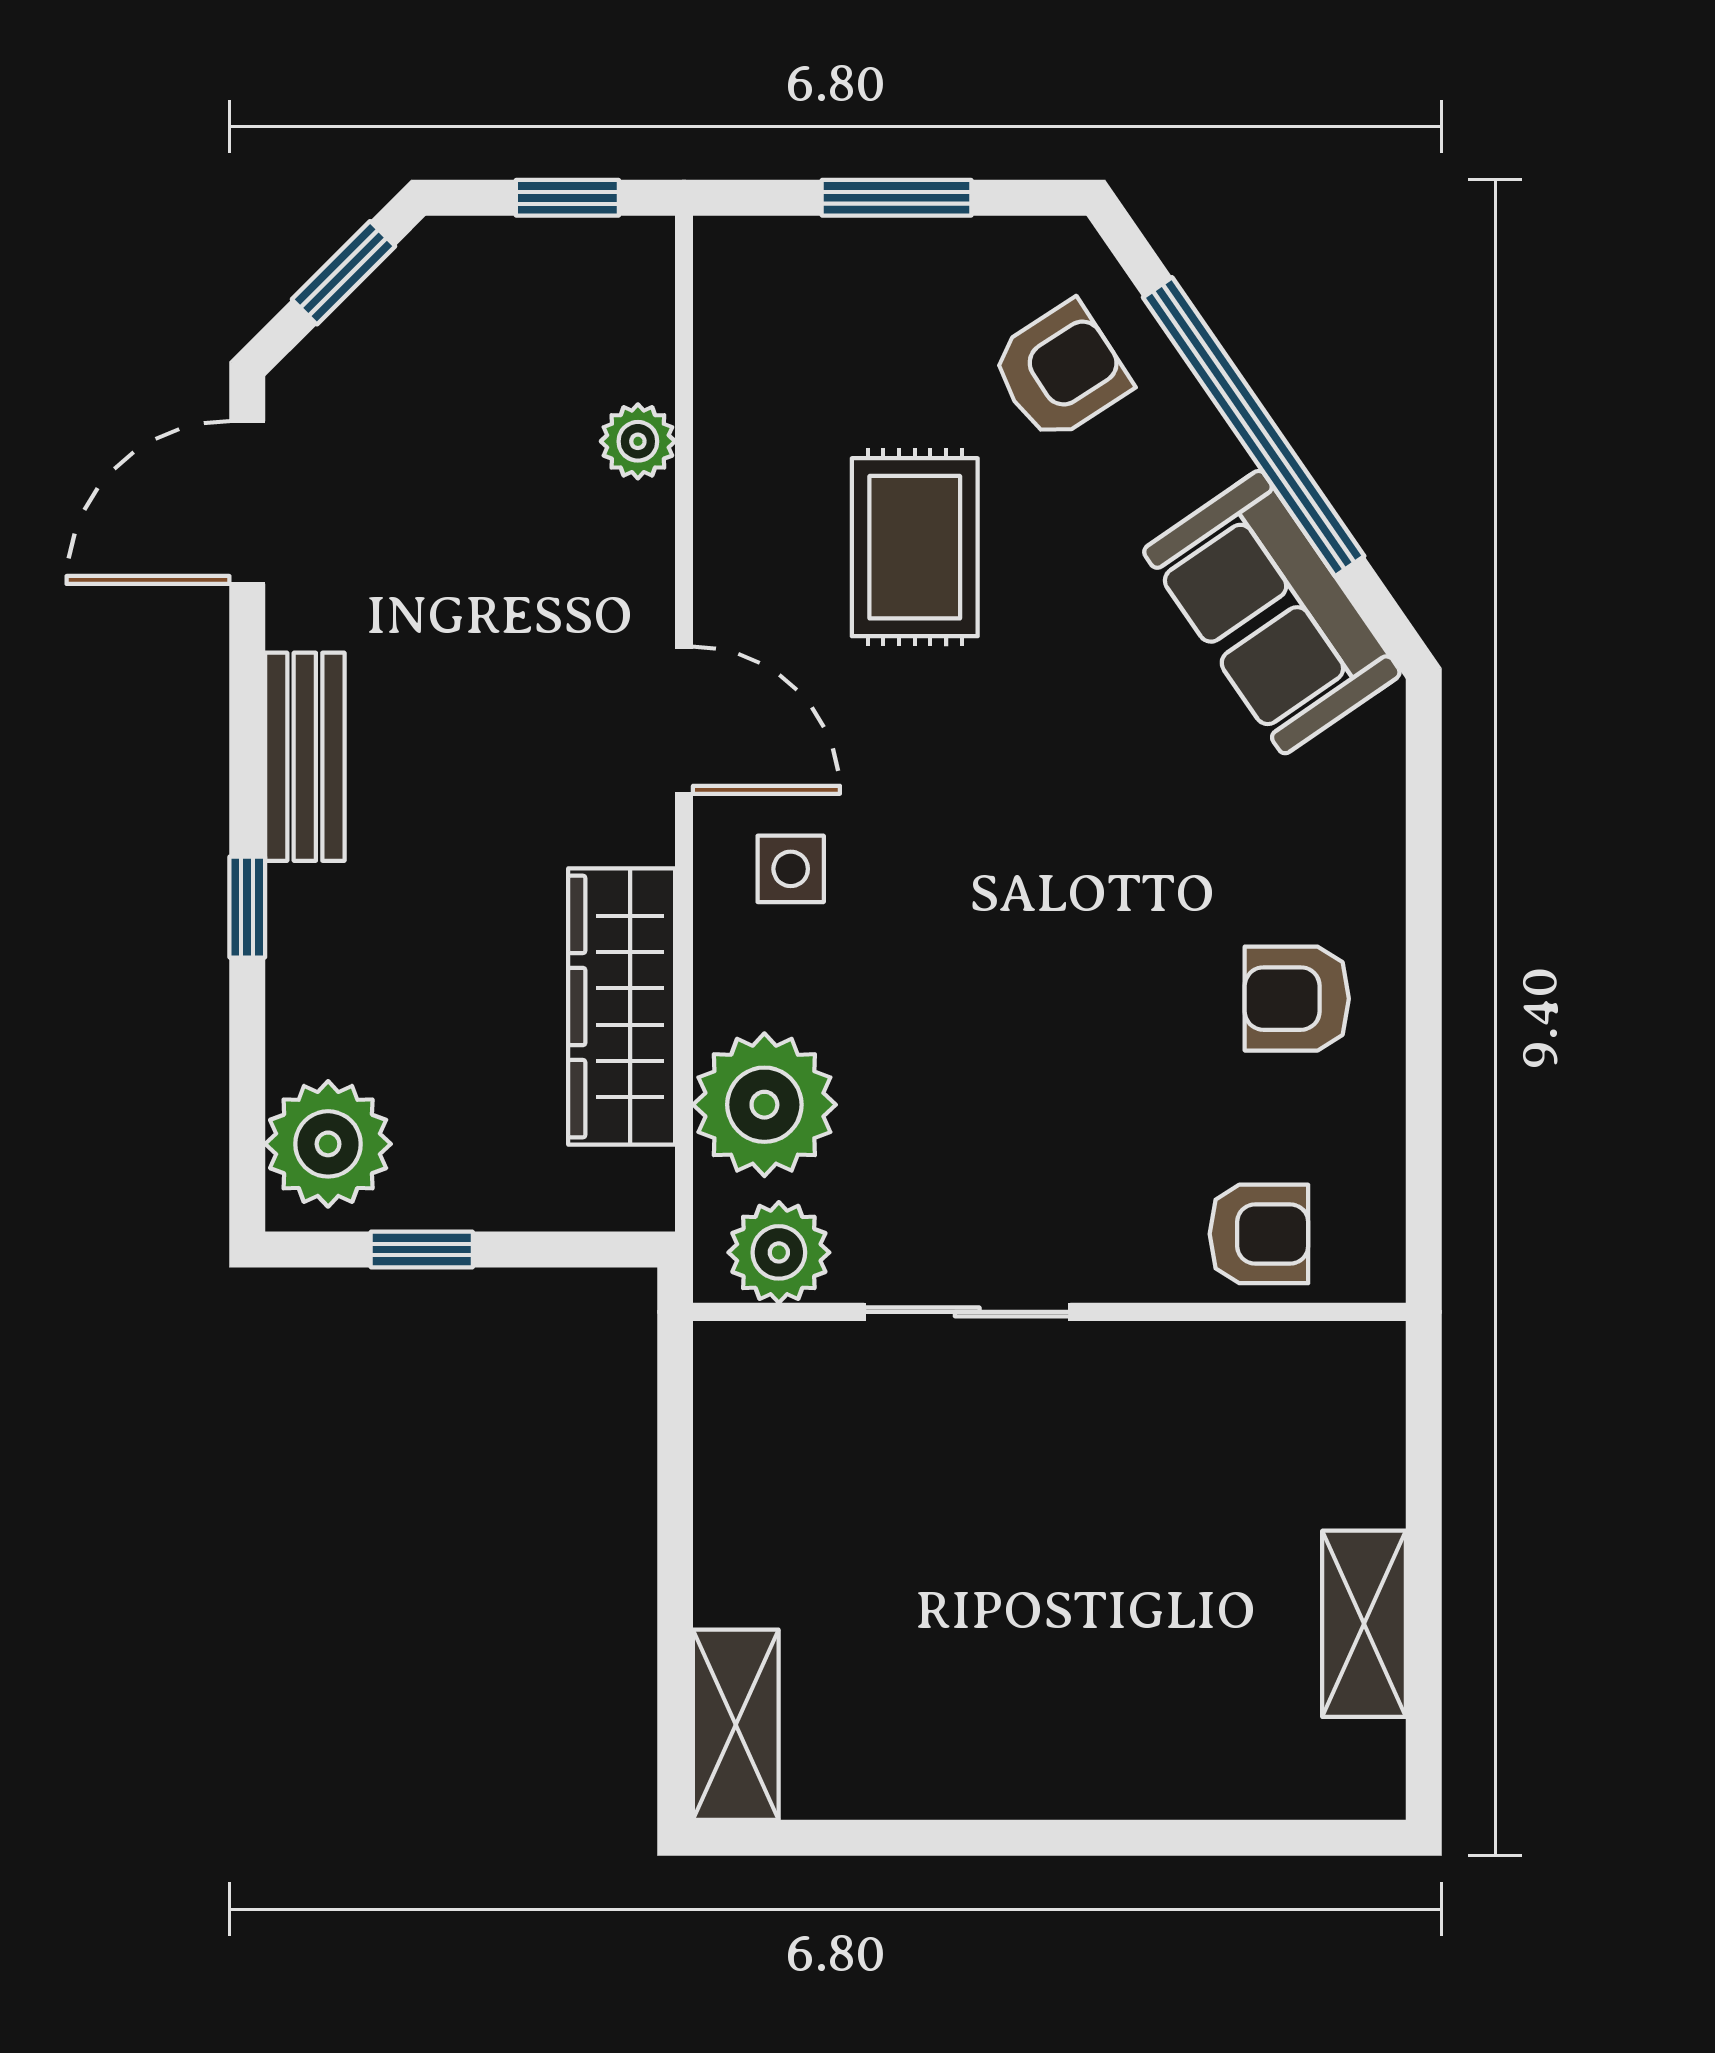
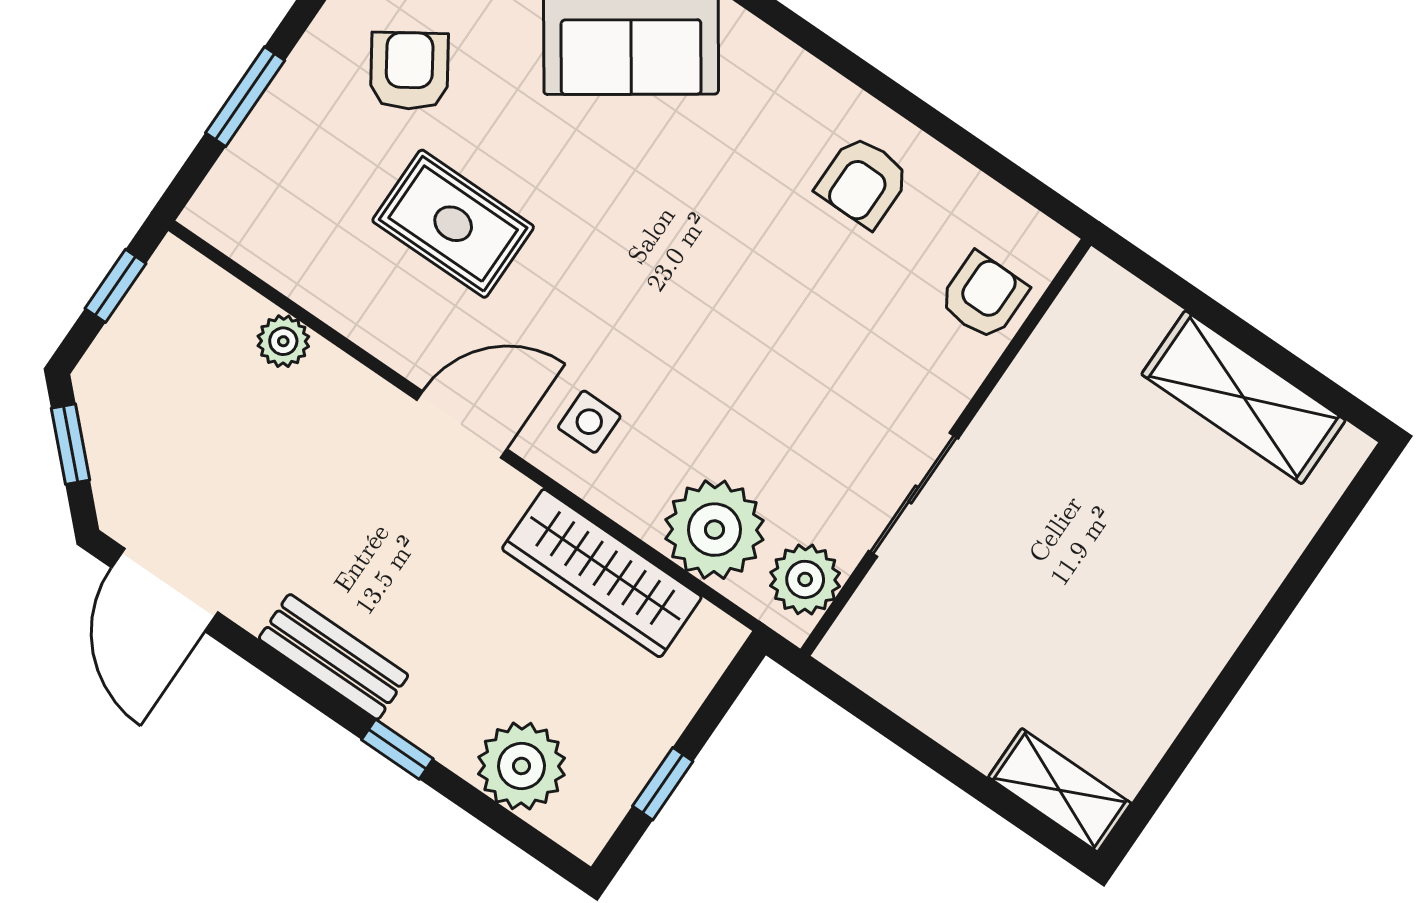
plant: (328, 1144) -> (522, 766), moved
shelving: (1364, 1624) -> (1244, 397), width x1.50, depth x1.33

